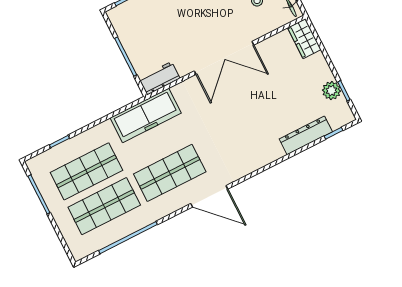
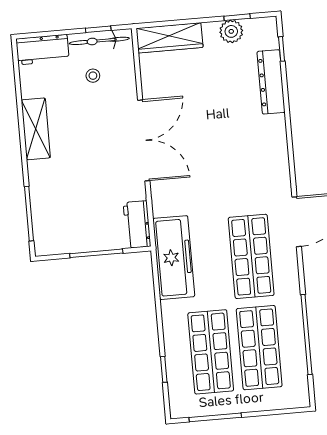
wardrobe: (304, 39) -> (169, 38), width x1.50

